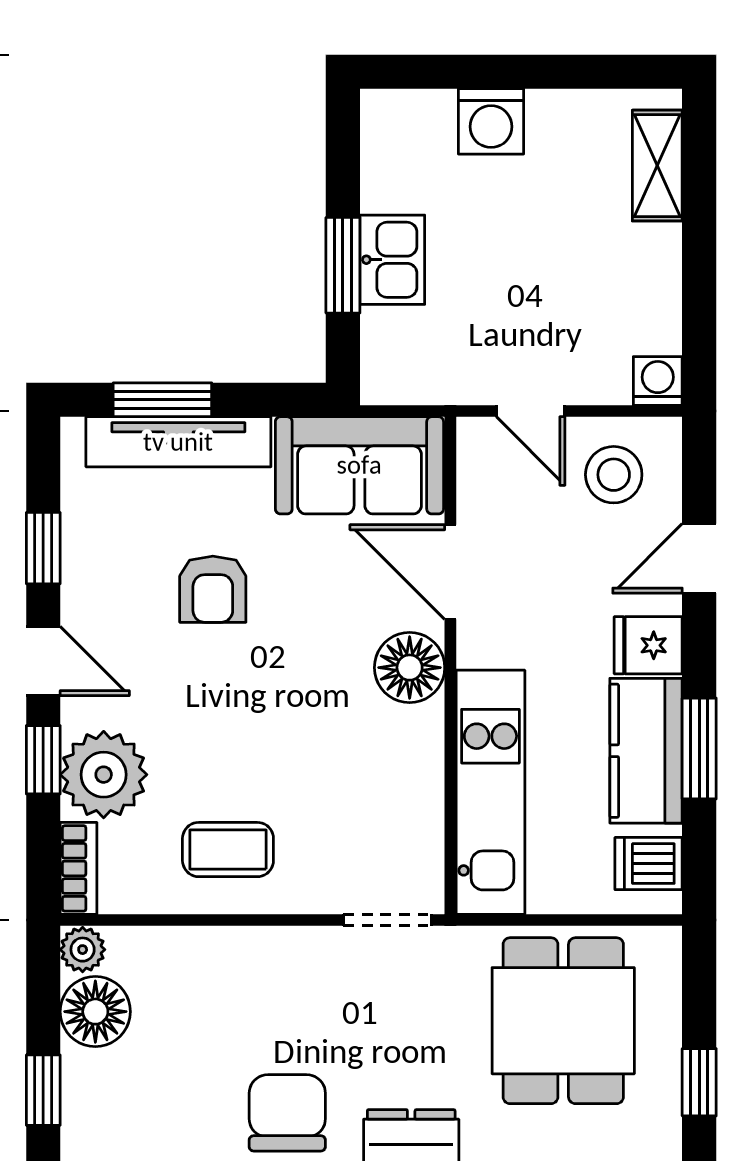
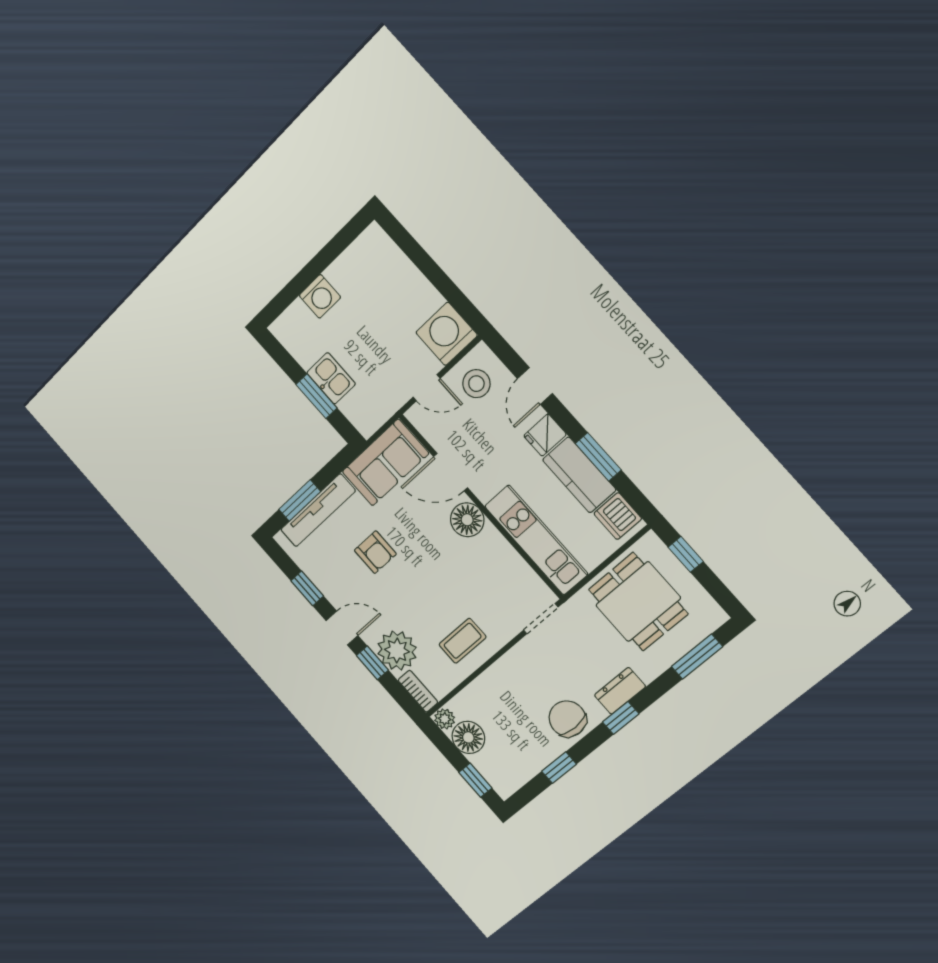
shelving: (657, 166) -> (391, 256), removed
washing machine: (658, 381) -> (447, 334), width x1.89, depth x1.89
dishwasher: (649, 864) -> (618, 516), width x1.38
window: (699, 1082) -> (686, 554), moved

